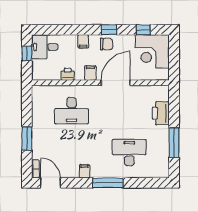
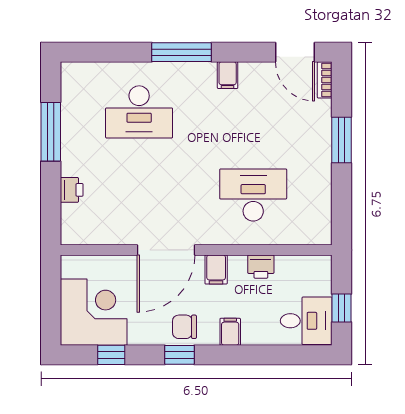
printer: (161, 113) -> (72, 190), width x0.53, depth x0.68

